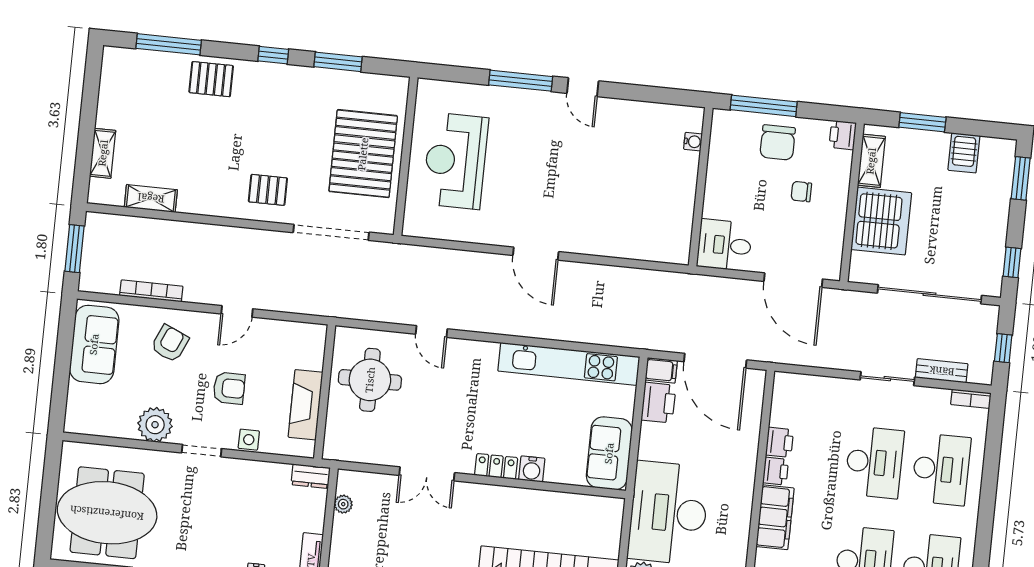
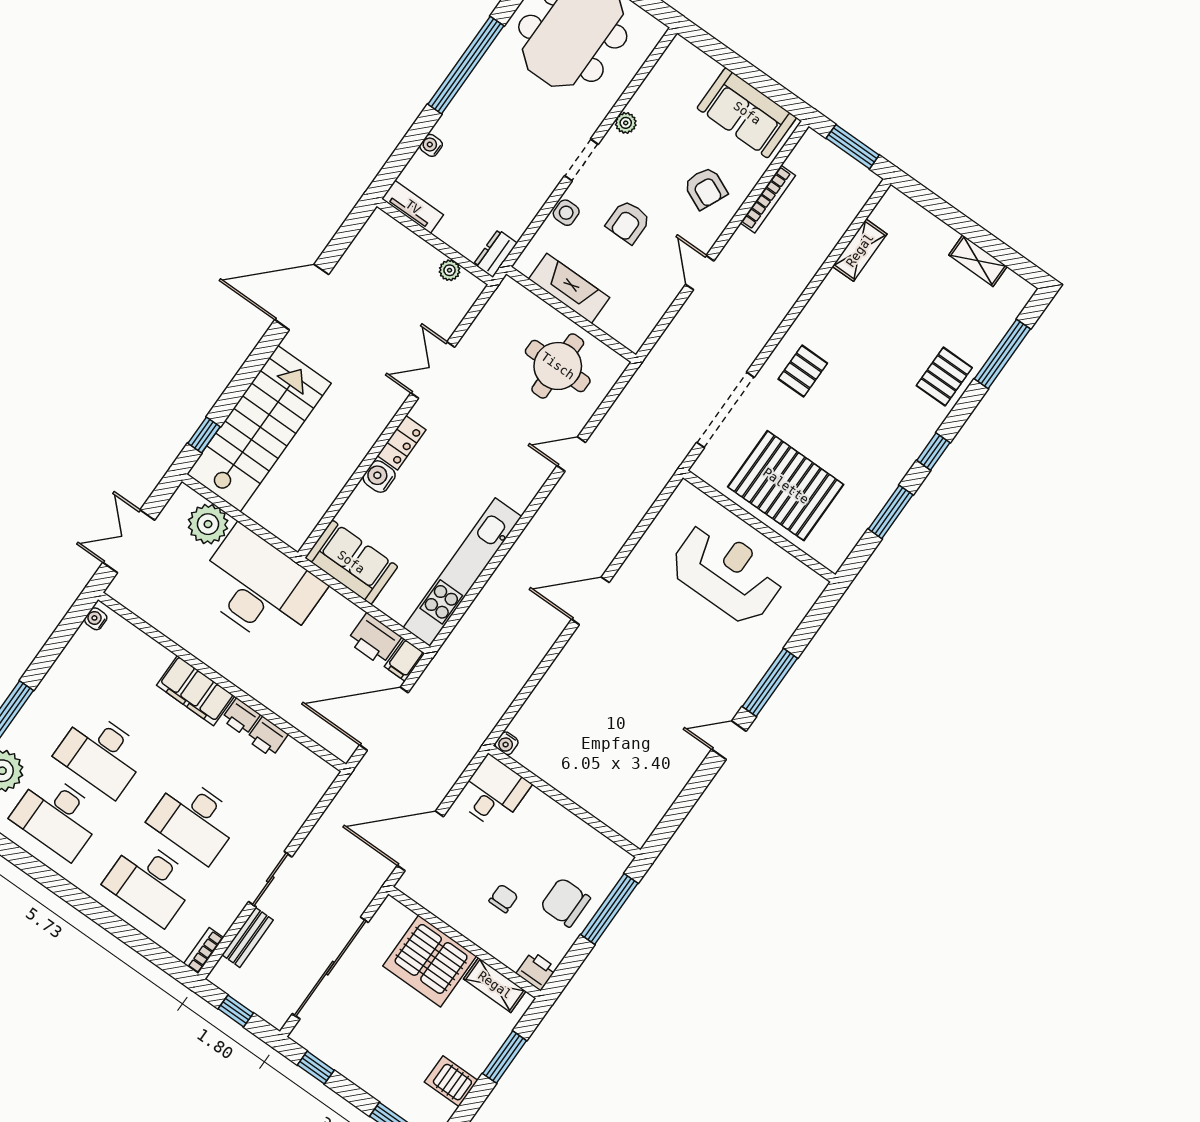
water cooler: (693, 142) -> (506, 743), moved
shelving: (103, 153) -> (978, 261), moved
plant: (155, 425) -> (626, 123), width x0.53, depth x0.53

